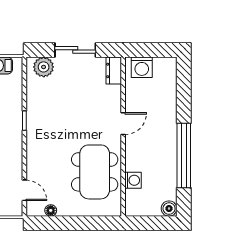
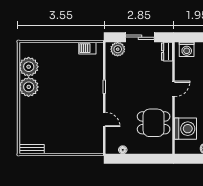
dining table: (95, 172) -> (154, 123), width x0.73
washing machine: (133, 180) -> (186, 129), width x1.89, depth x1.89
door: (24, 190) -> (104, 119), moved

